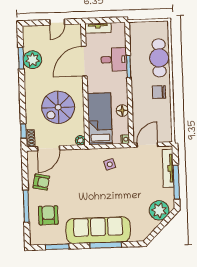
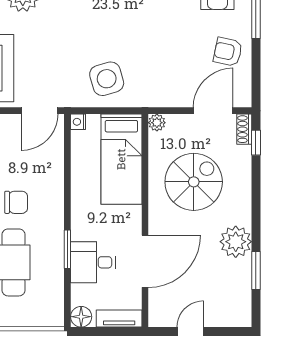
plant: (32, 60) -> (236, 242), moved
floor lamp: (122, 111) -> (81, 317), moved
side table: (110, 164) -> (107, 79), width x1.87, depth x1.87

